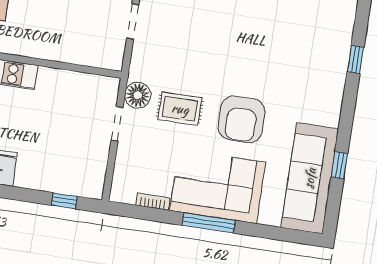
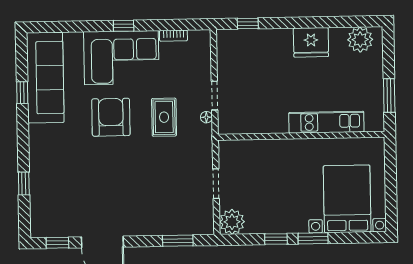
floor lamp: (138, 95) -> (206, 117), width x0.53, depth x0.53
rug: (180, 109) -> (164, 117), turned 90
window: (209, 223) -> (124, 26), width x0.46

